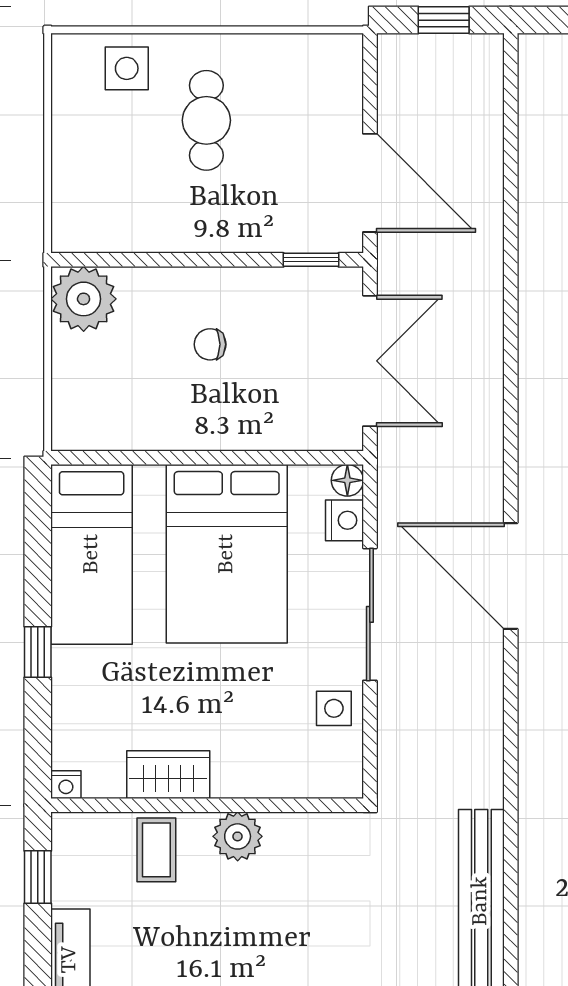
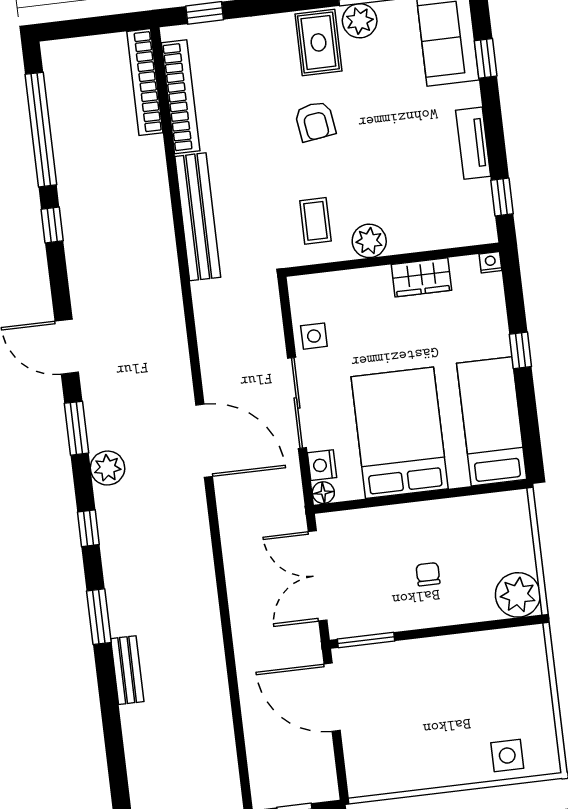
cafe table: (206, 120) -> (449, 727), removed
window: (311, 260) -> (366, 640), width x1.50
chair: (210, 344) -> (428, 574), turned -90
coffee table: (156, 850) -> (315, 221), moved

